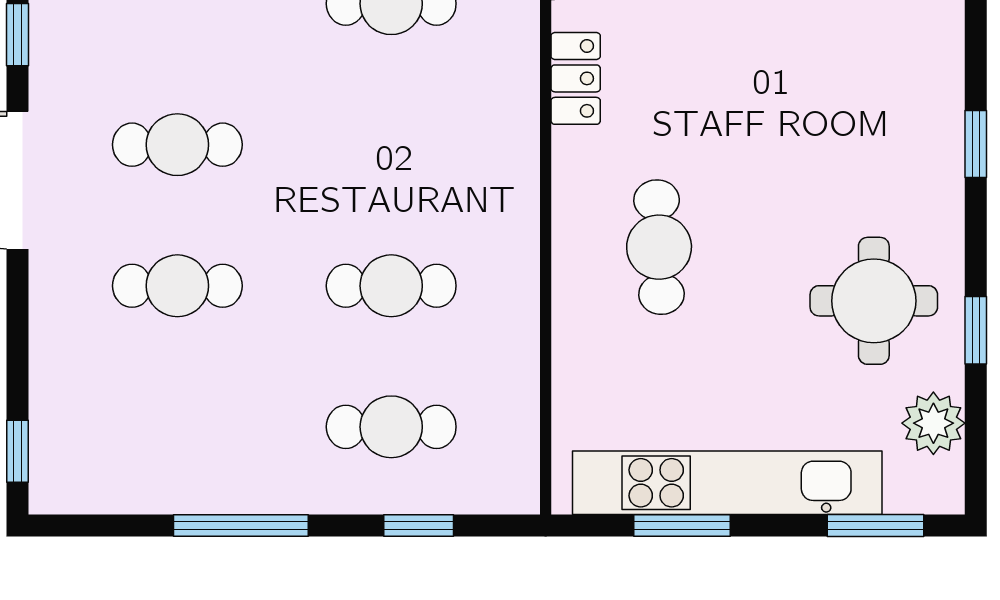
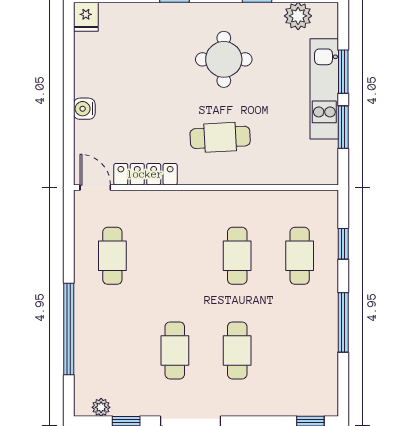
locker: (576, 78) -> (145, 174), width x1.53
round table: (874, 301) -> (224, 59), moved
kitchen unit: (727, 483) -> (324, 89), width x0.73
window: (875, 526) -> (343, 72), moved

